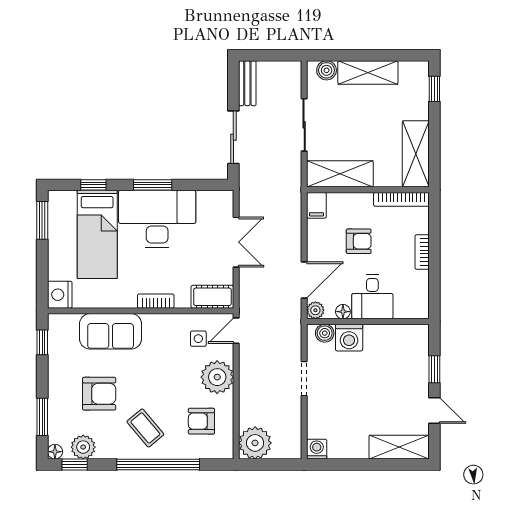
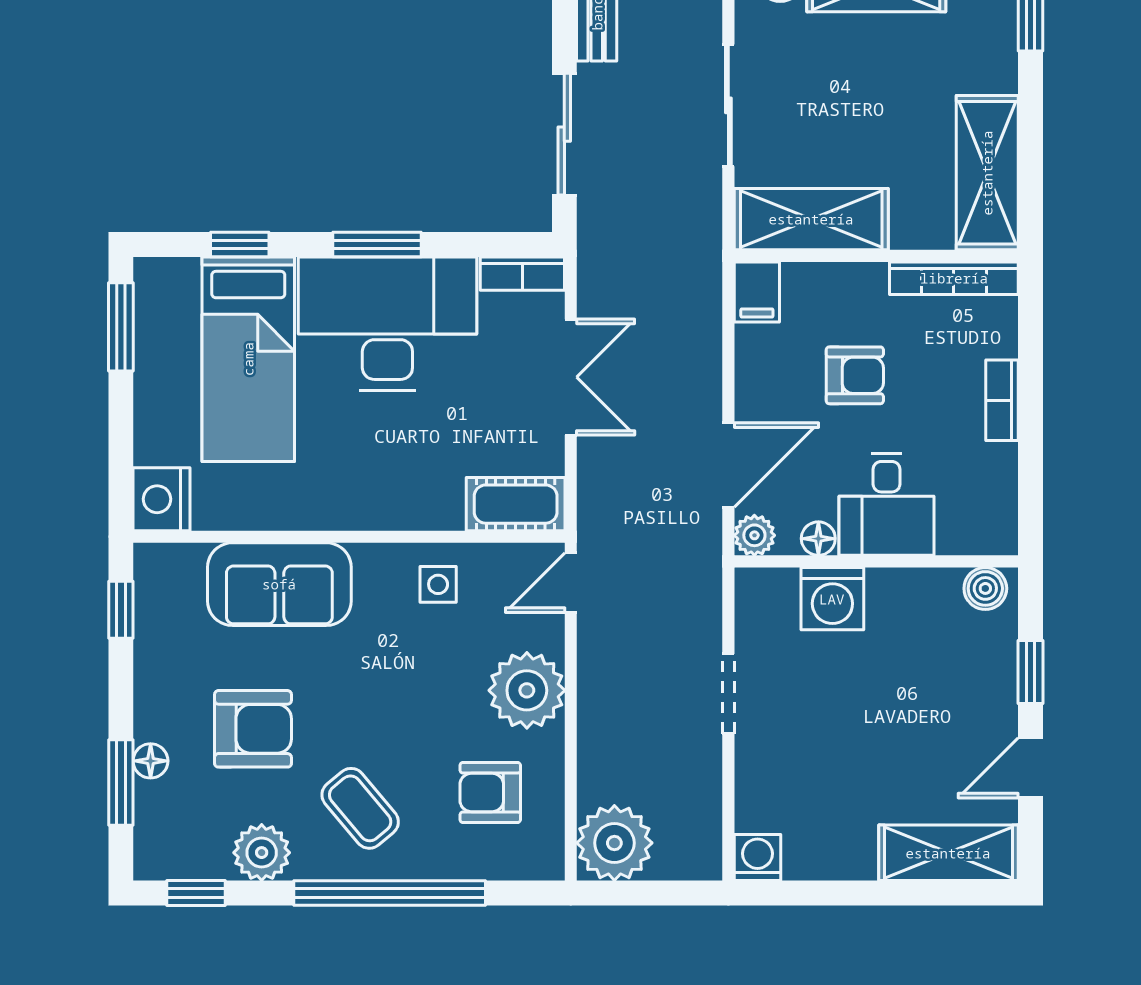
bookcase: (156, 301) -> (522, 274), moved, turned 180
boiler: (325, 333) -> (985, 588), moved
side table: (198, 339) -> (438, 584), moved
door: (434, 411) -> (1030, 768), swing flipped
plant: (83, 447) -> (262, 853), moved
floor lamp: (55, 452) -> (151, 761), moved

